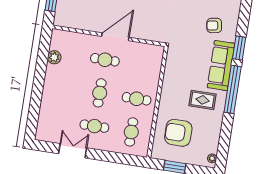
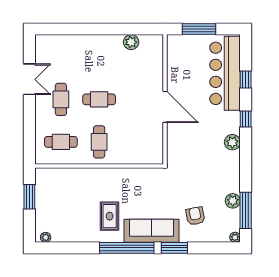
cafe table: (105, 60) -> (137, 99), removed
armchair: (178, 133) -> (68, 195), removed

